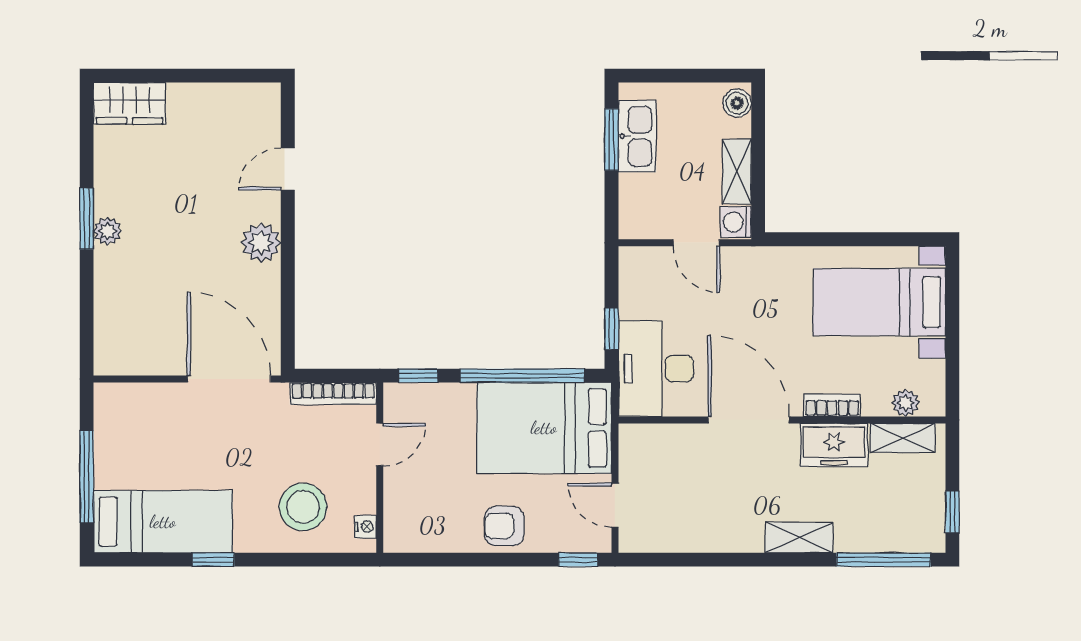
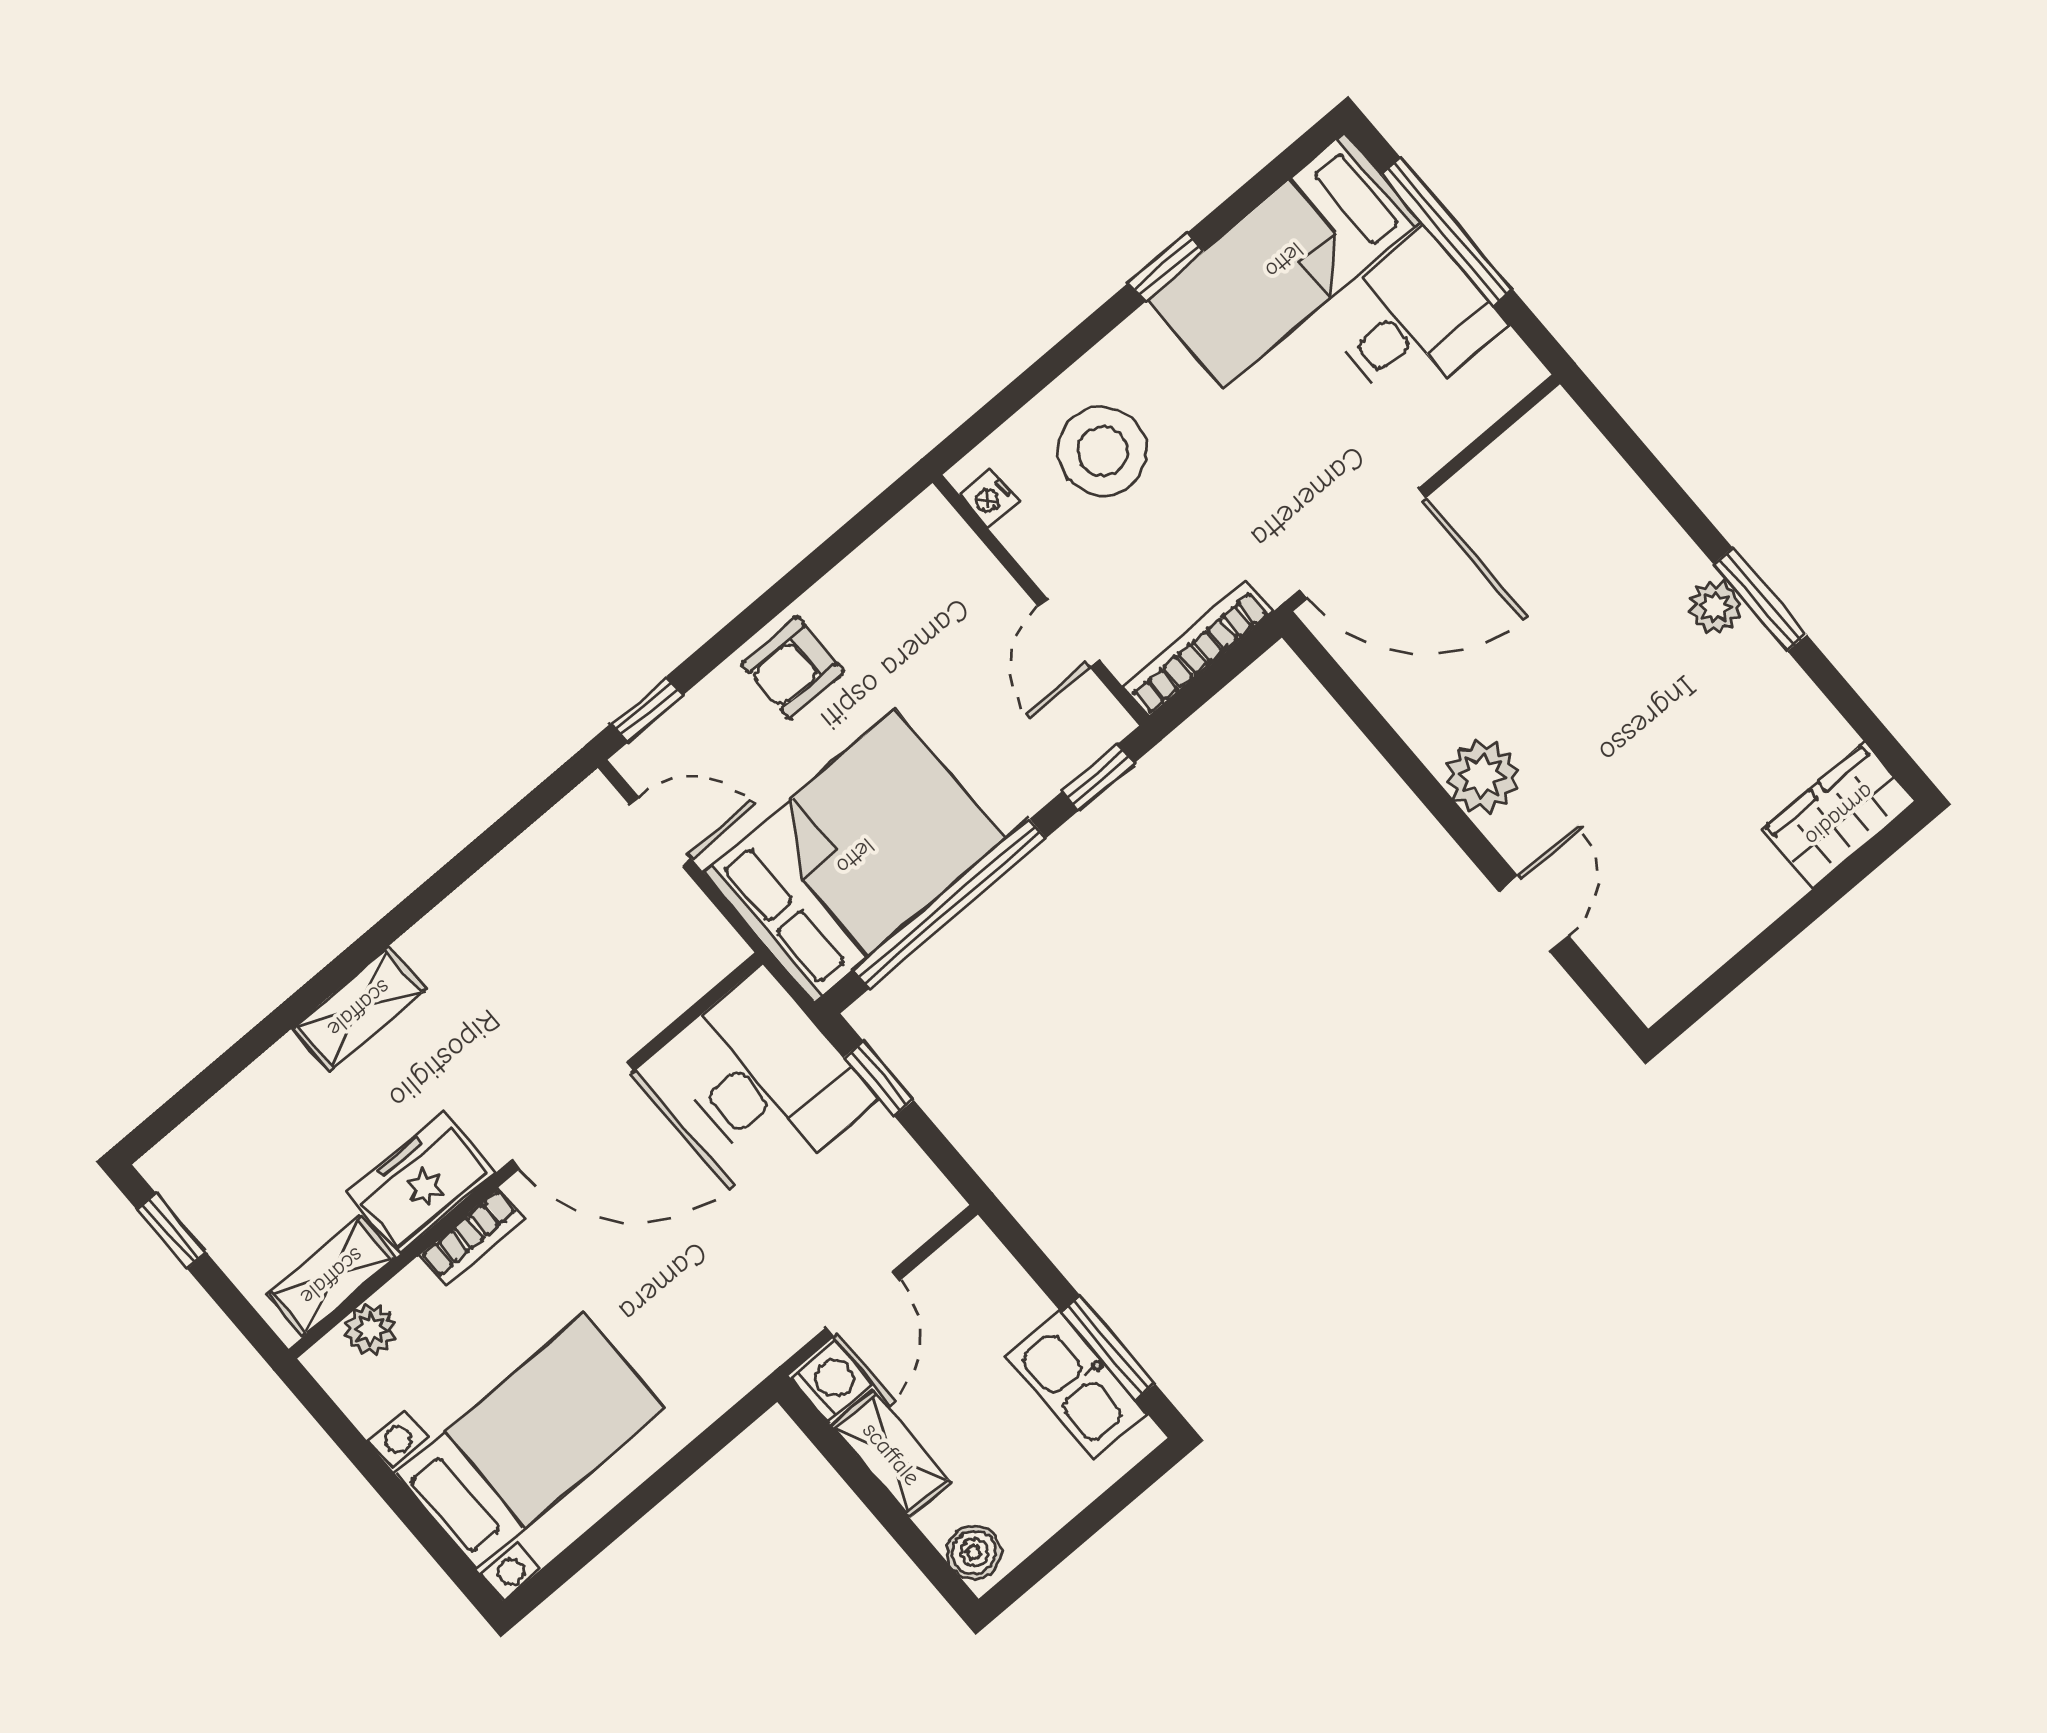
door: (696, 243) -> (863, 1304), swing flipped
desk: (131, 453) -> (1413, 320), added
armchair: (504, 526) -> (793, 668), turned 180
window: (884, 560) -> (212, 1080), removed

